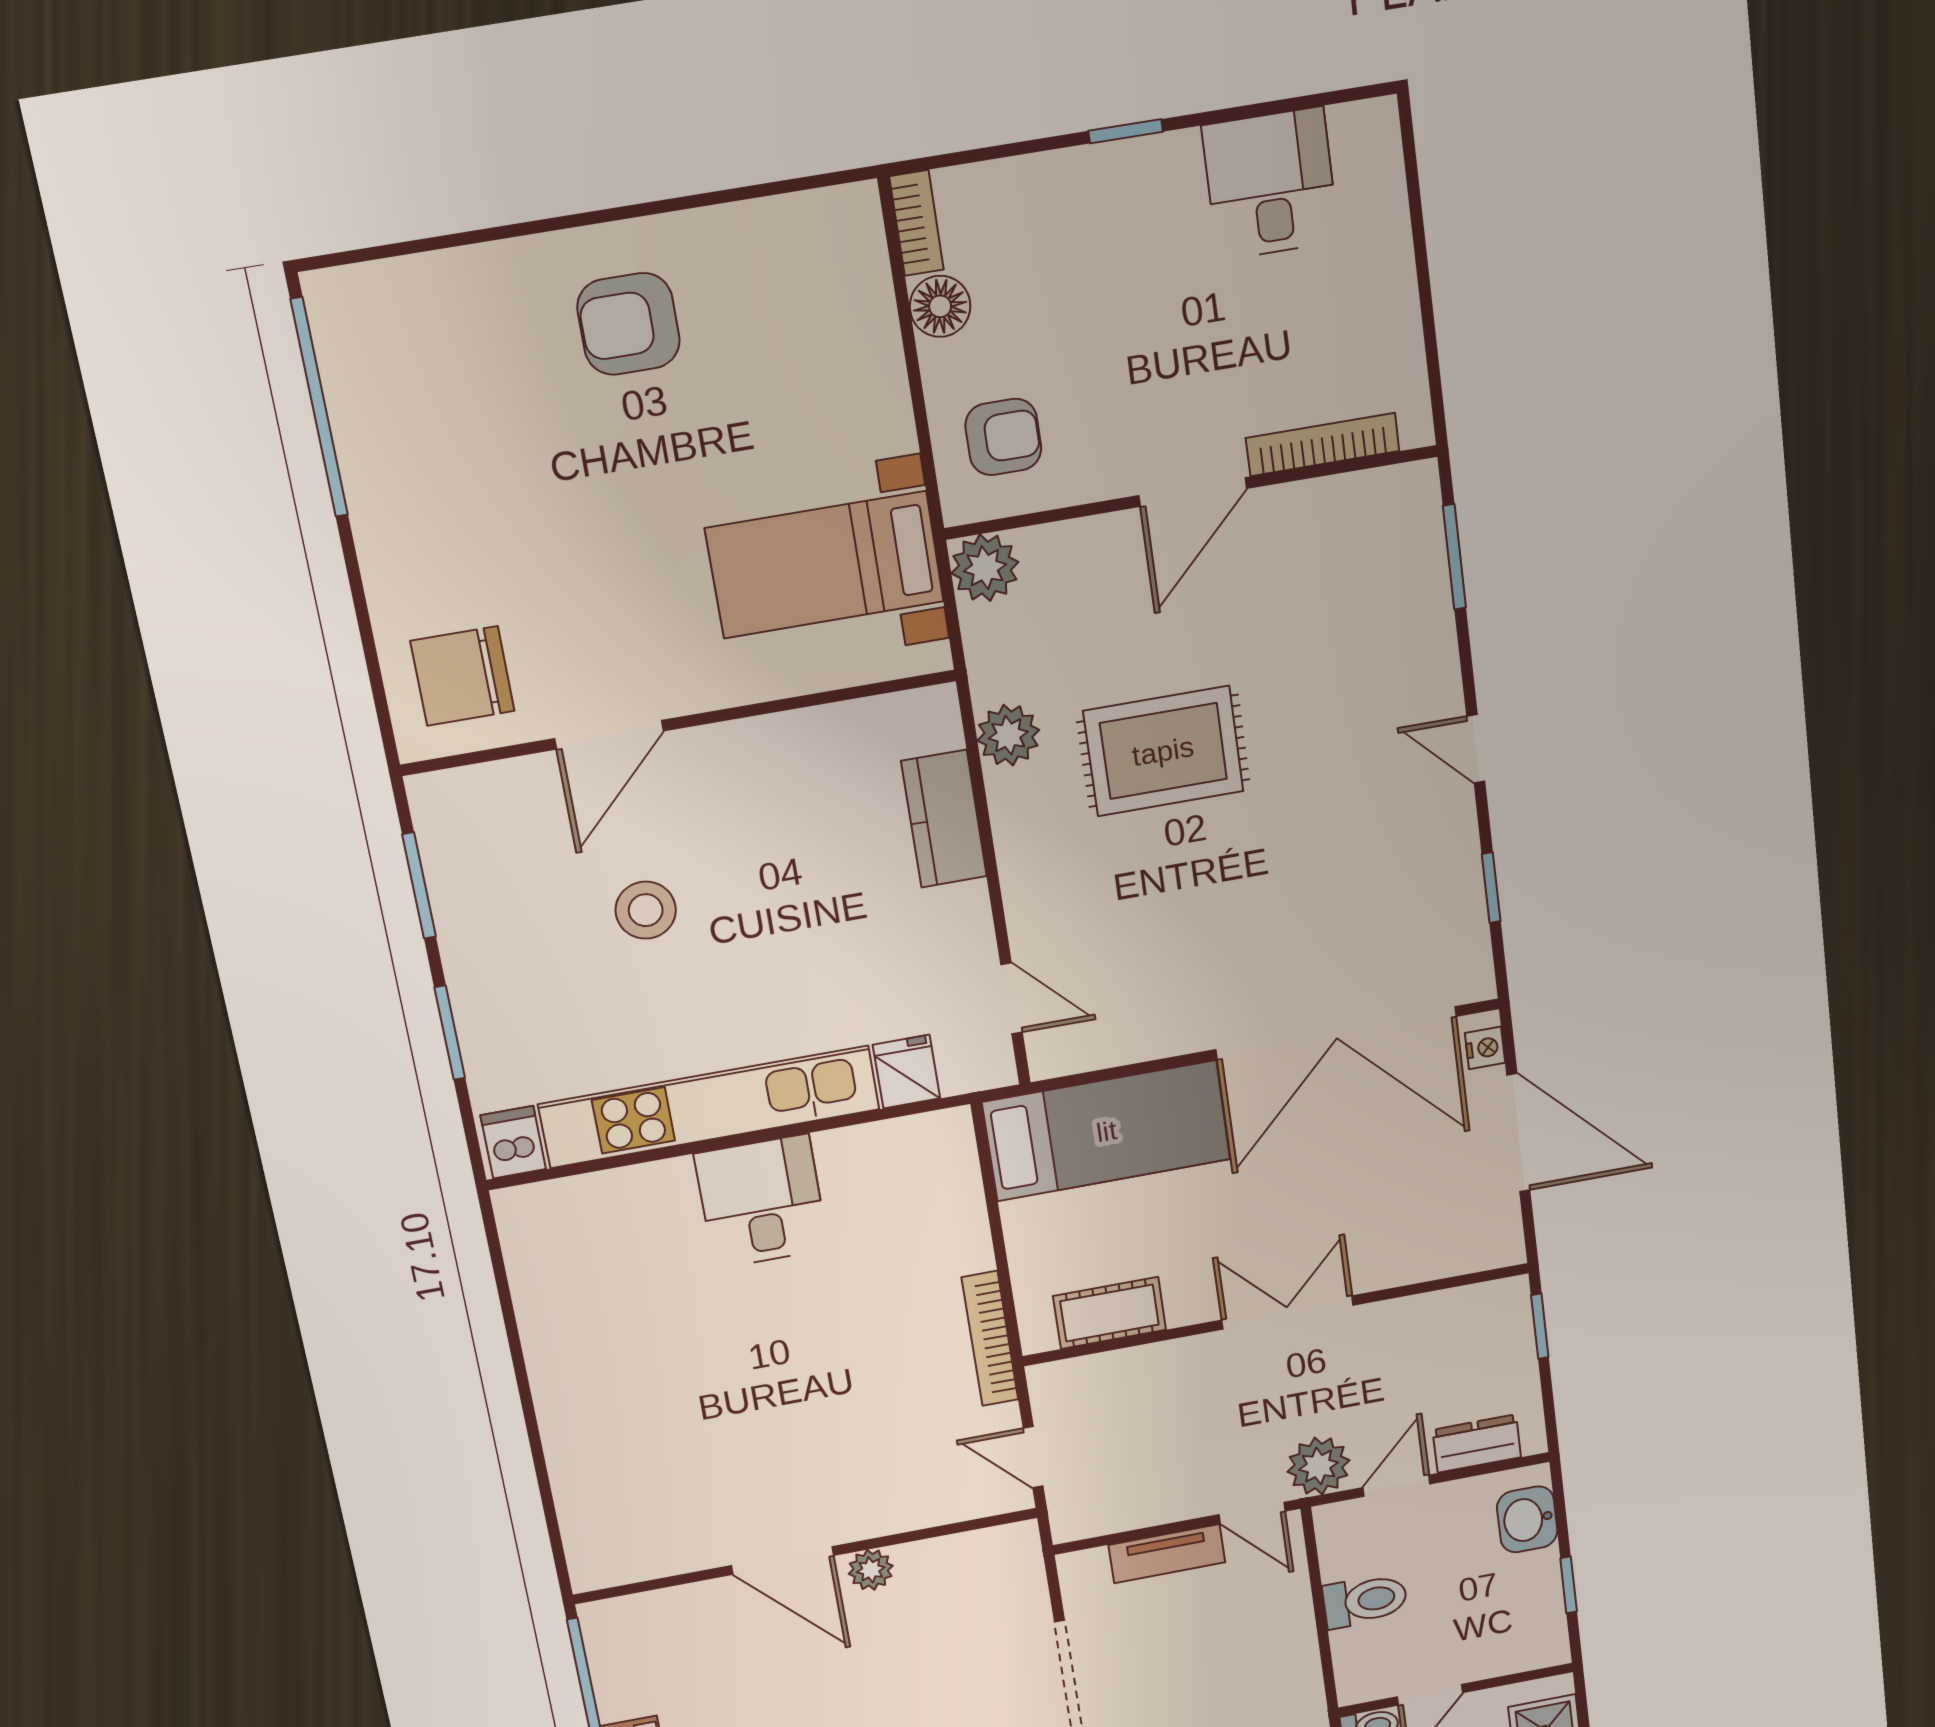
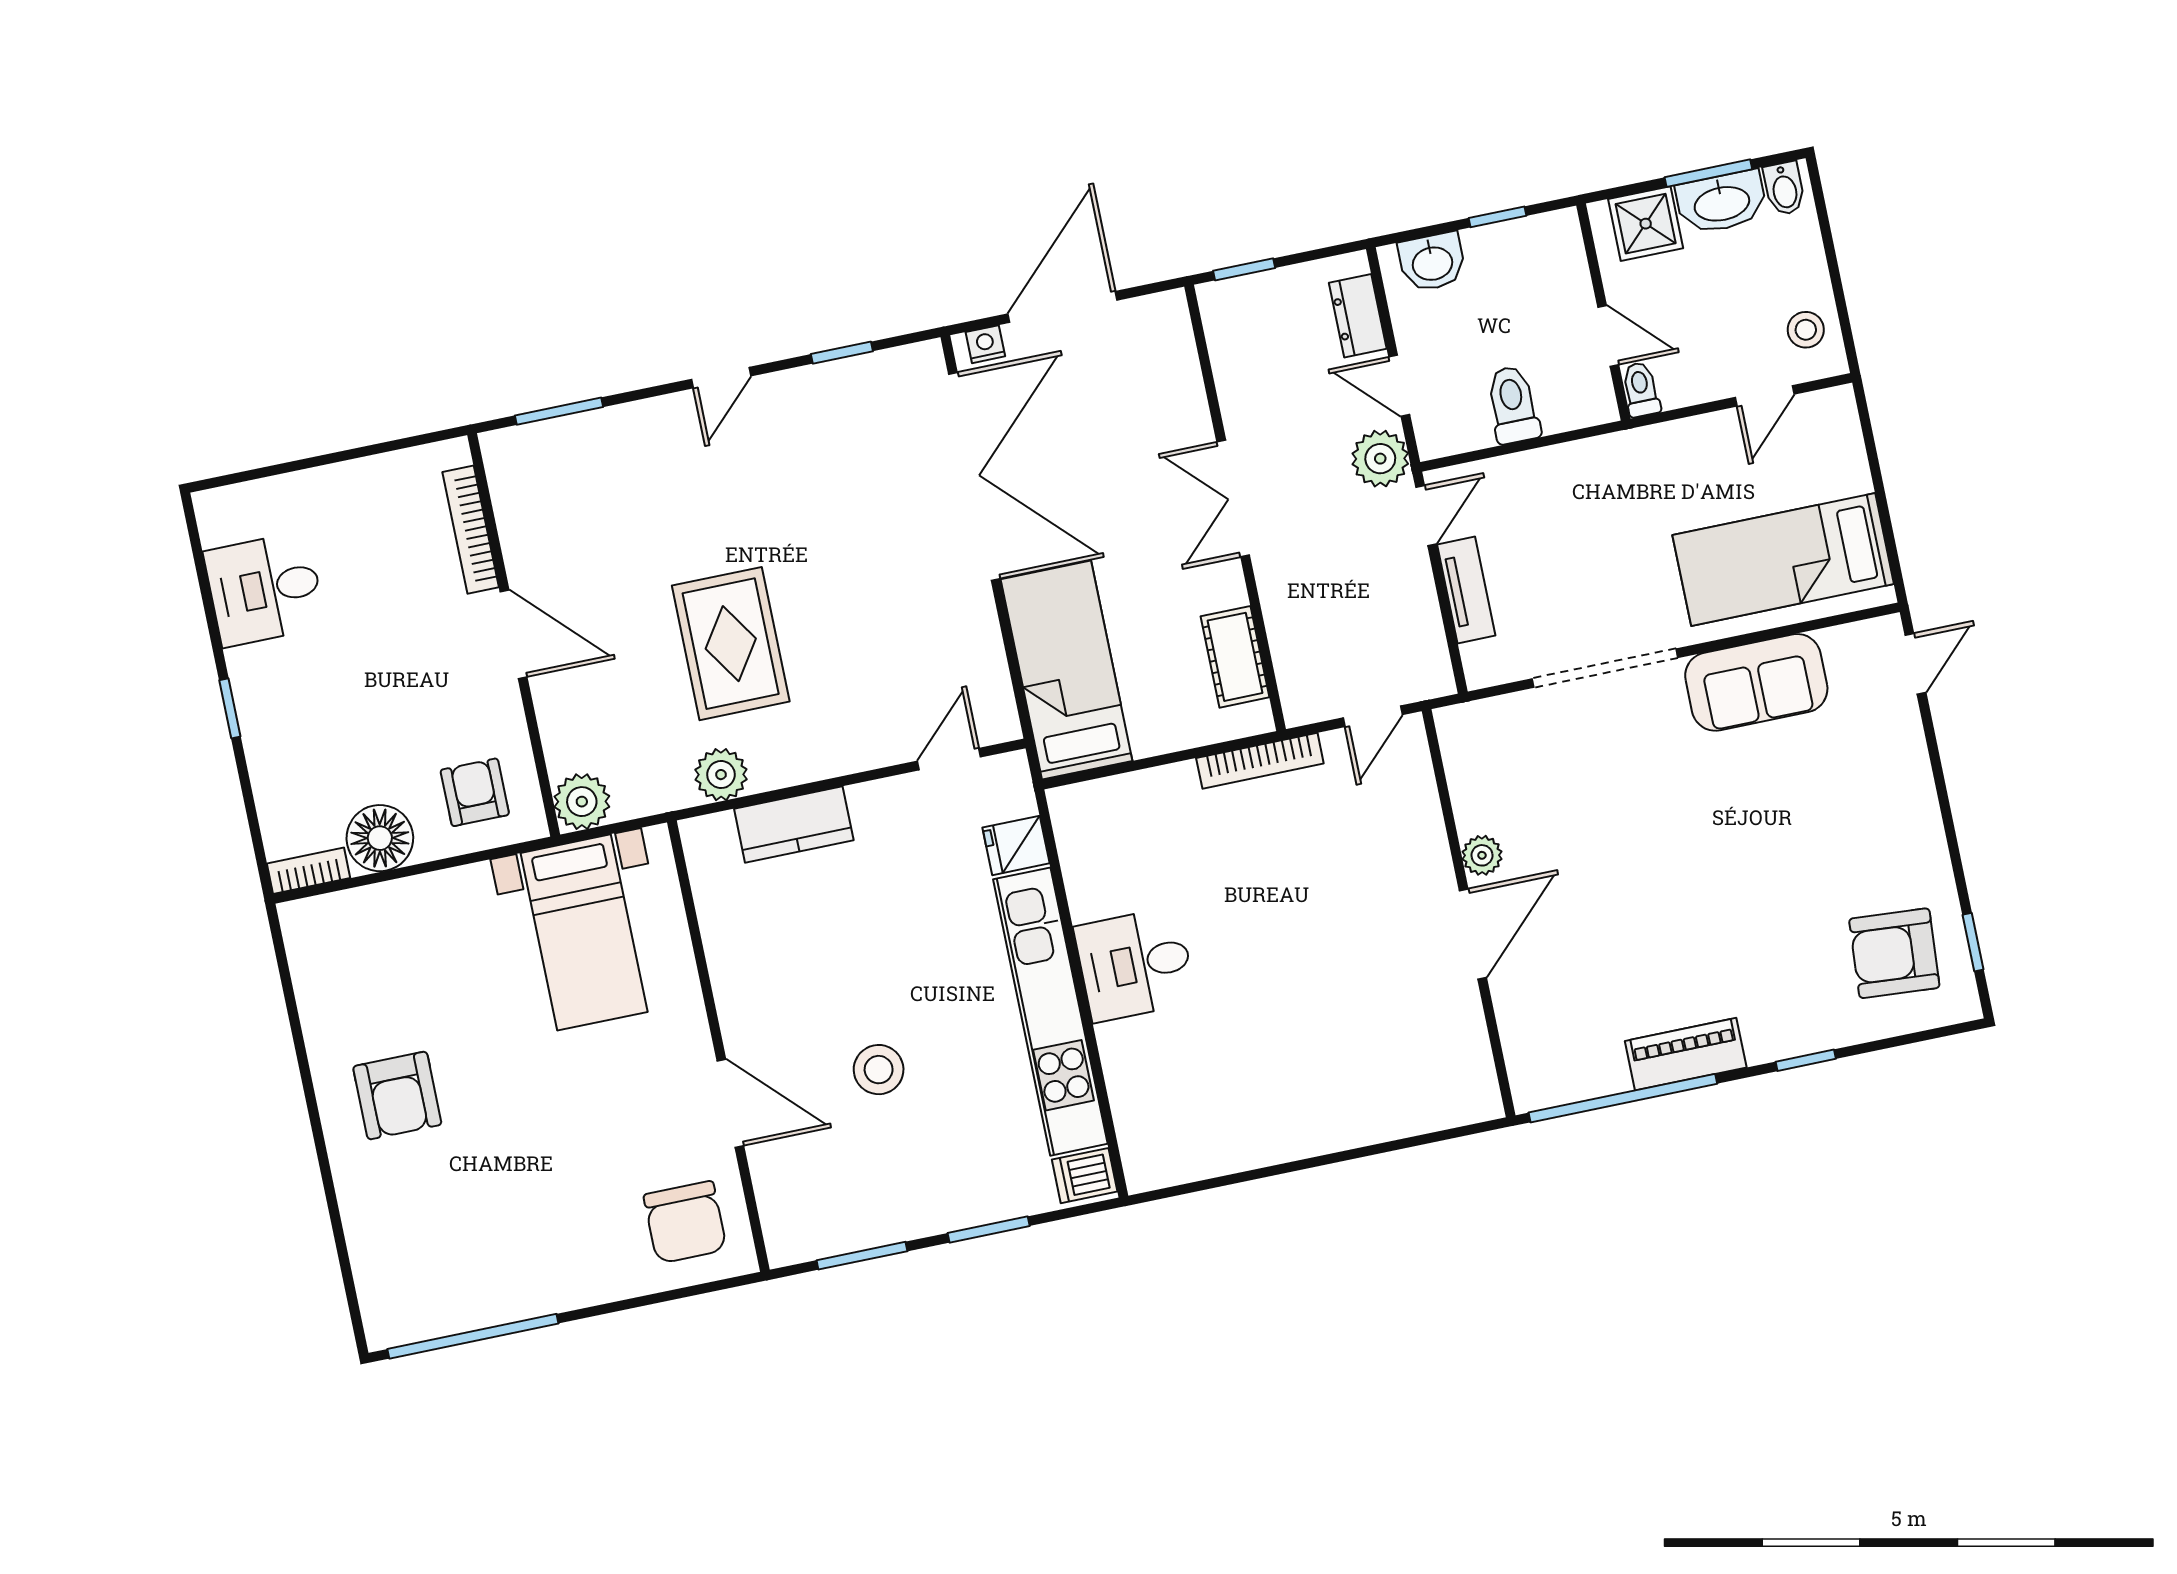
floor lamp: (940, 306) -> (380, 838), width x1.38, depth x1.38

